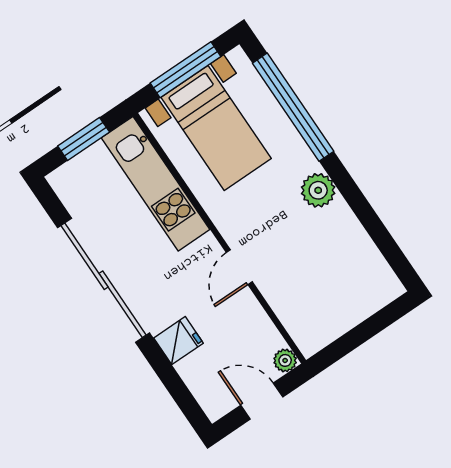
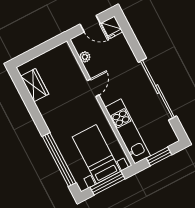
plant: (318, 190) -> (52, 119), removed
wardrobe: (363, 258) -> (35, 85), added
fridge: (179, 341) -> (112, 27), moved, turned -90
plant: (285, 360) -> (85, 57), moved

